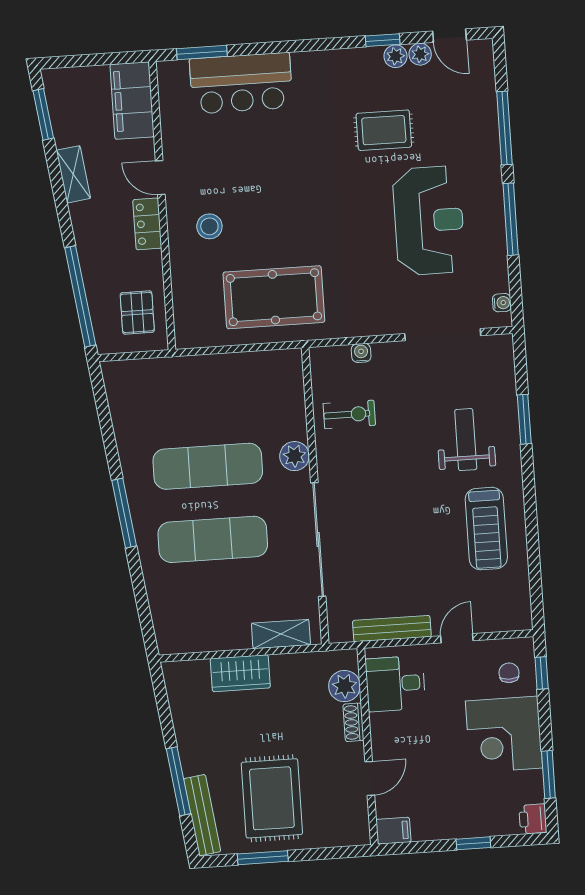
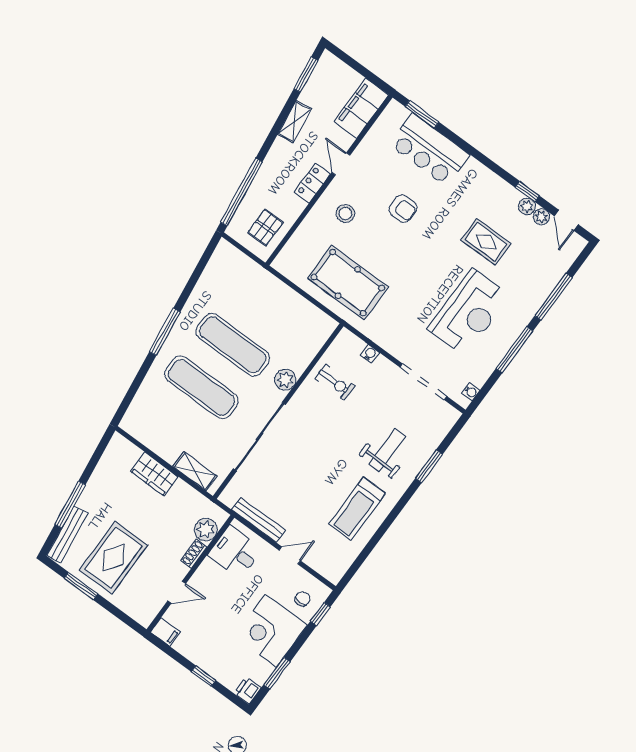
armchair: (266, 169) -> (403, 209), added

